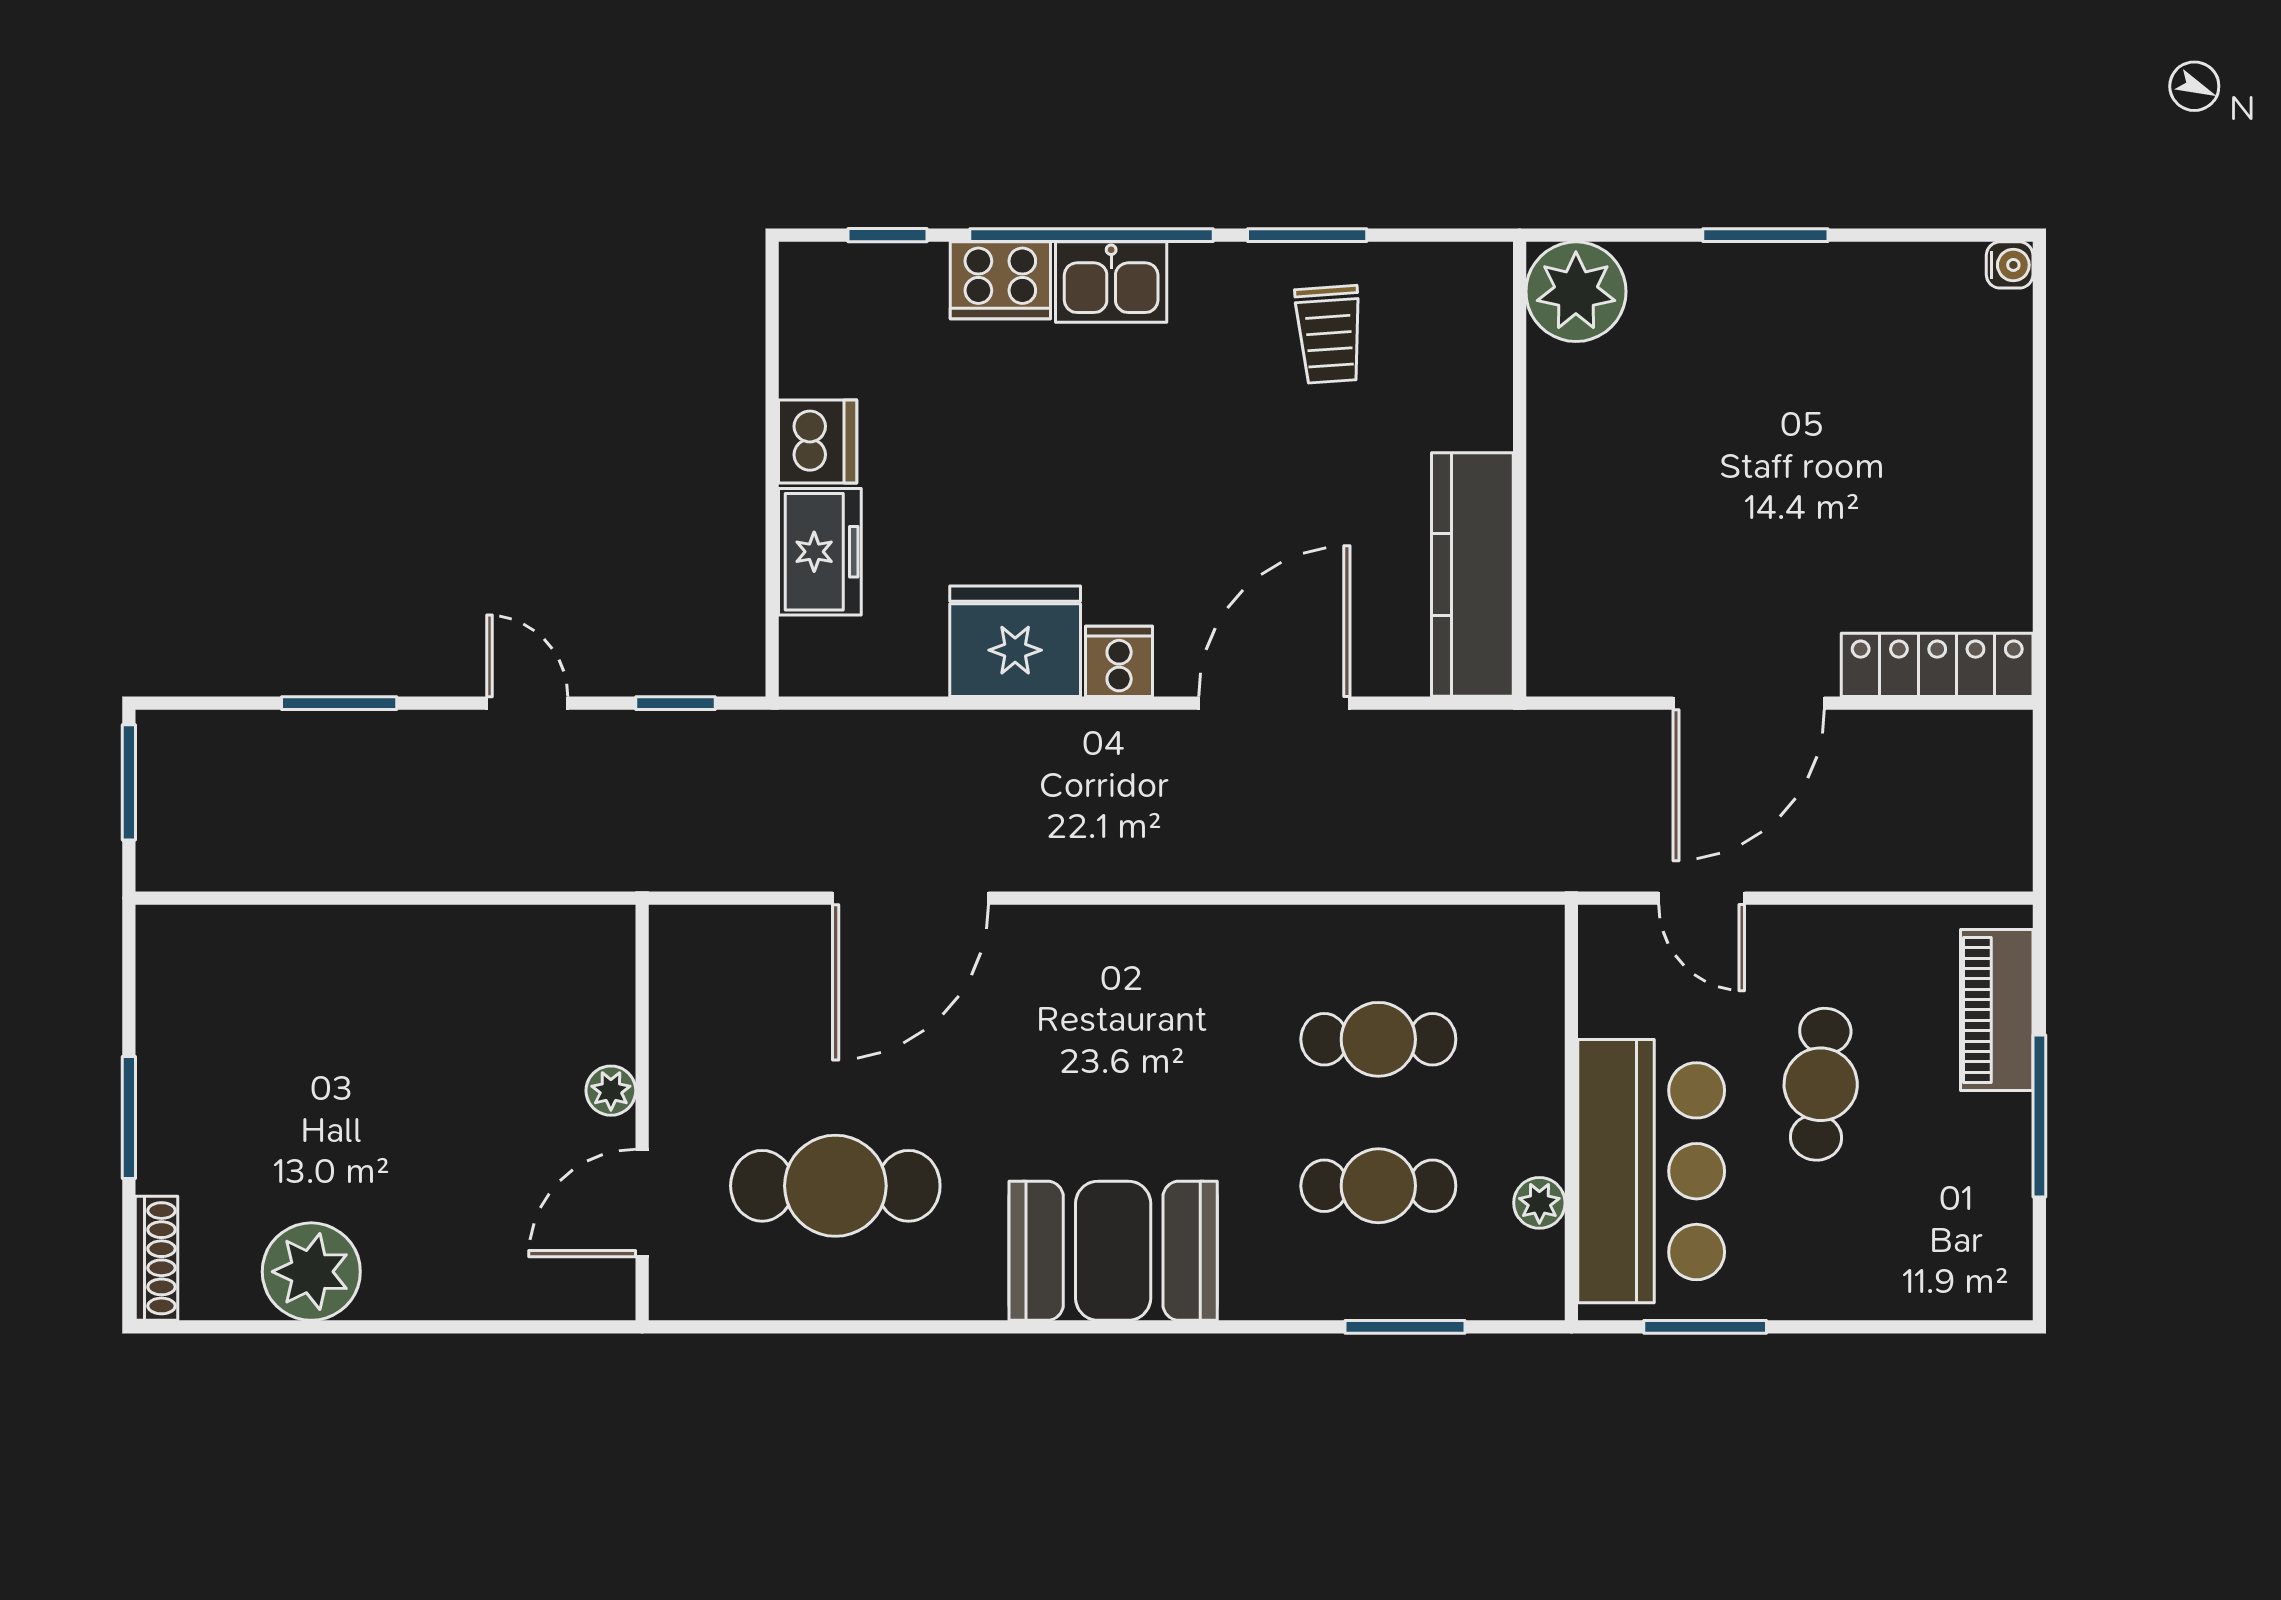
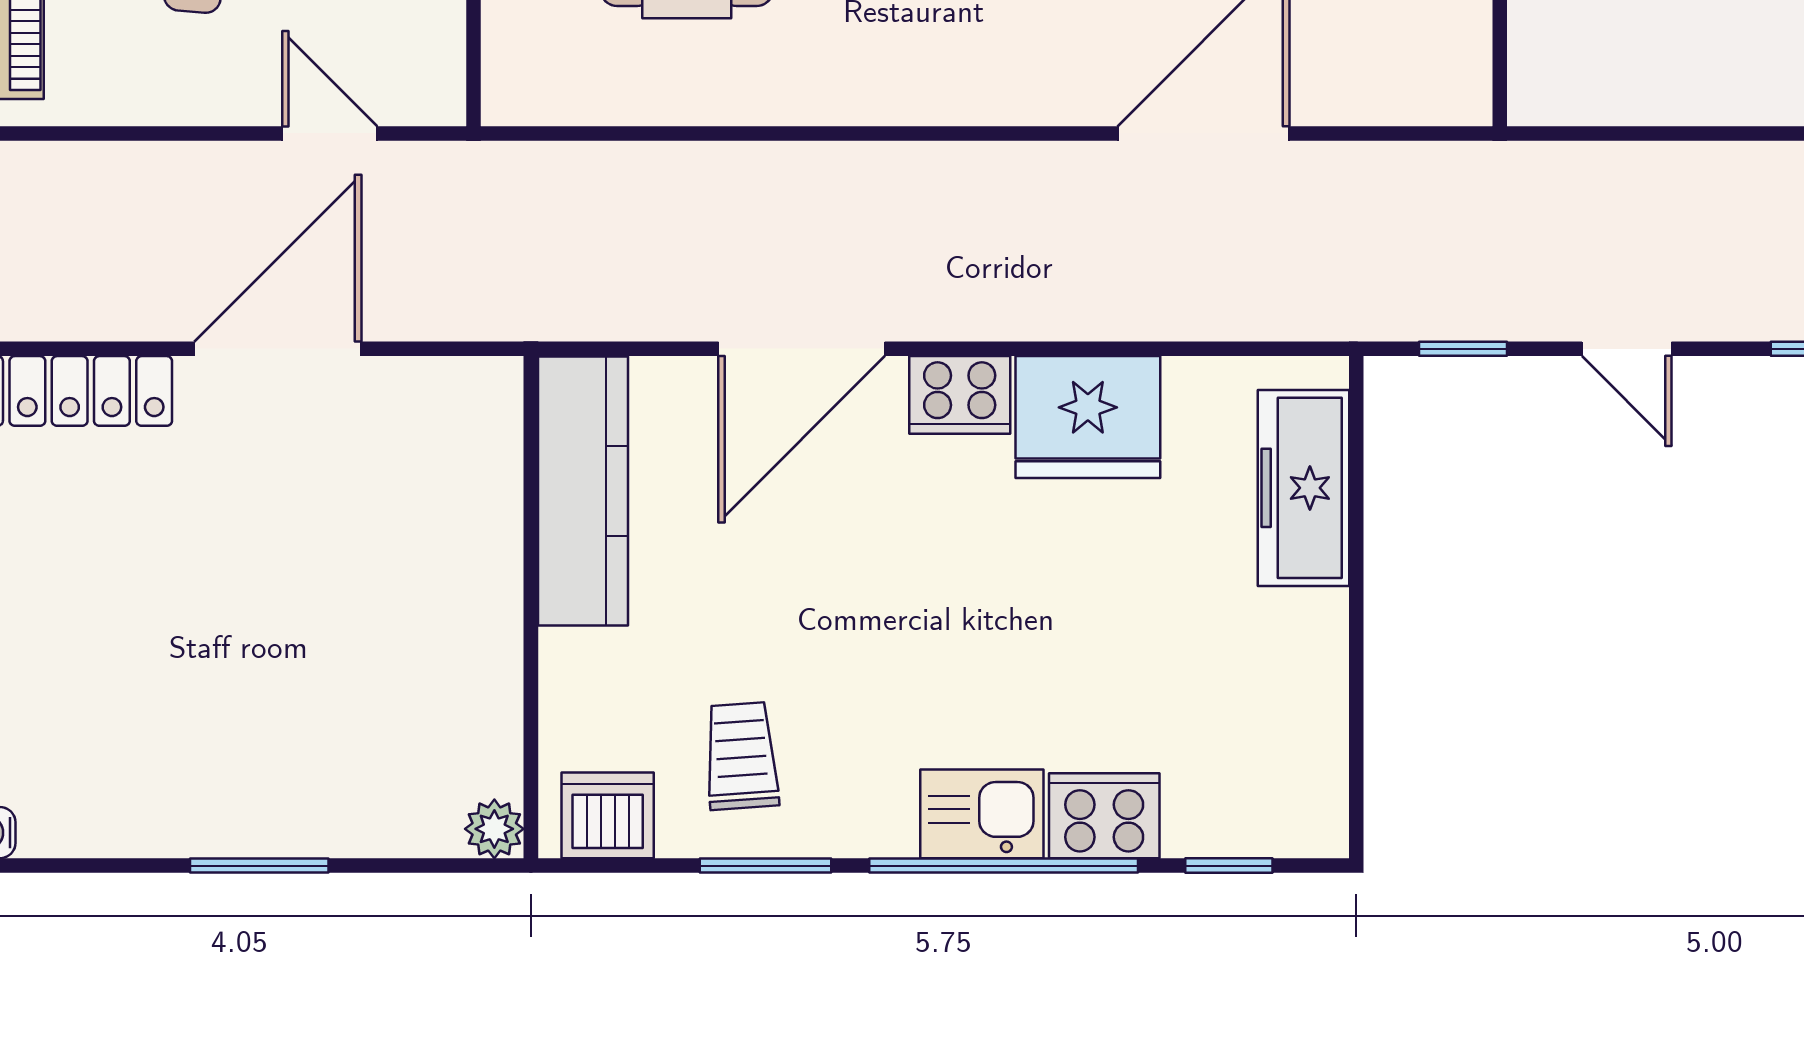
plant: (1576, 292) -> (494, 829), width x0.53, depth x0.53
dishwasher: (818, 441) -> (608, 815), moved, turned 90
freezer: (820, 552) -> (1303, 488), width x1.40
cooker: (1119, 661) -> (960, 395), width x1.36

